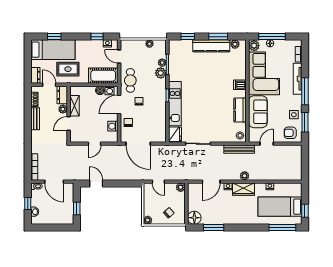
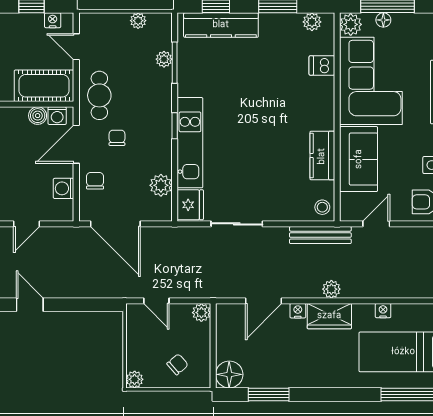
kitchen counter: (211, 46) -> (221, 25), moved
plant: (161, 73) -> (161, 185), moved
dishwasher: (240, 85) -> (322, 65), moved

